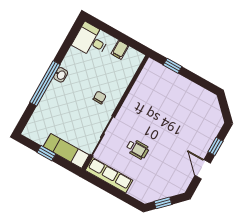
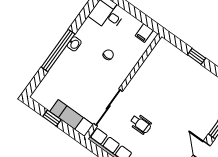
filing cabinet: (120, 50) -> (144, 33), moved
window: (173, 66) -> (197, 56), moved
chair: (100, 98) -> (108, 55), moved

